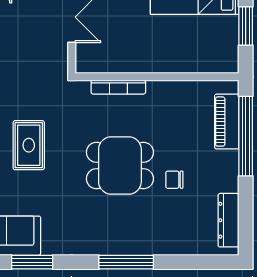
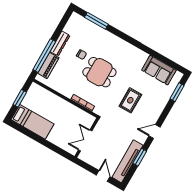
dresser: (228, 220) -> (60, 43), moved
window: (32, 262) -> (155, 54), removed
window: (126, 262) -> (96, 21), moved

